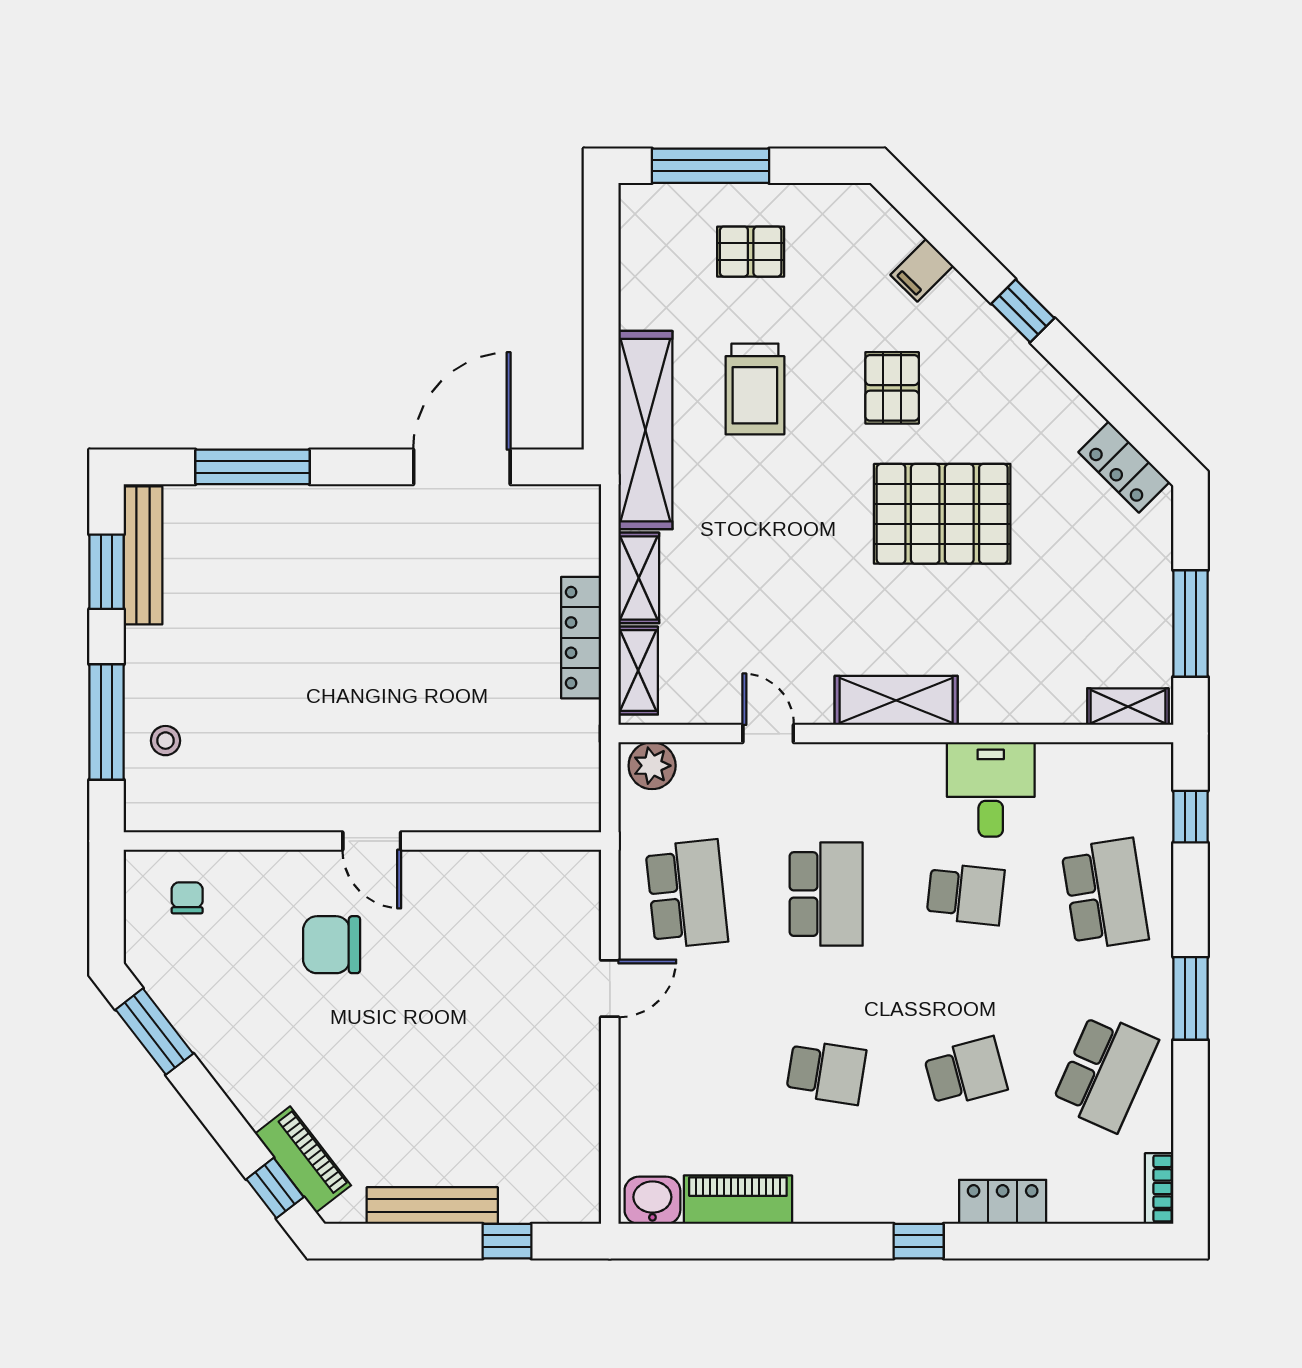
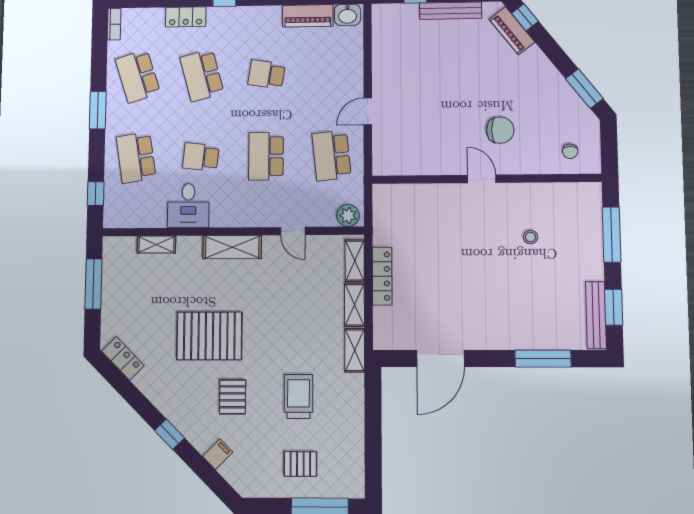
shelving: (645, 430) -> (355, 350), width x0.45, depth x0.75
shelving: (1128, 707) -> (156, 245), moved
stool: (166, 741) -> (530, 237), moved
school desk: (966, 1072) -> (202, 75), width x1.85
school desk: (1105, 1072) -> (138, 76), turned -42

